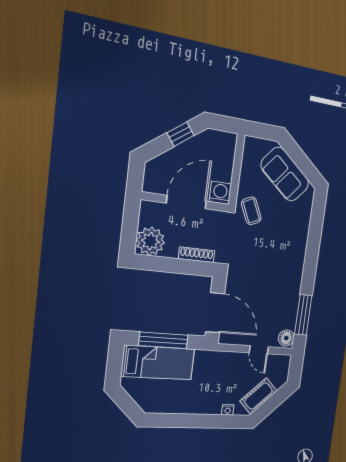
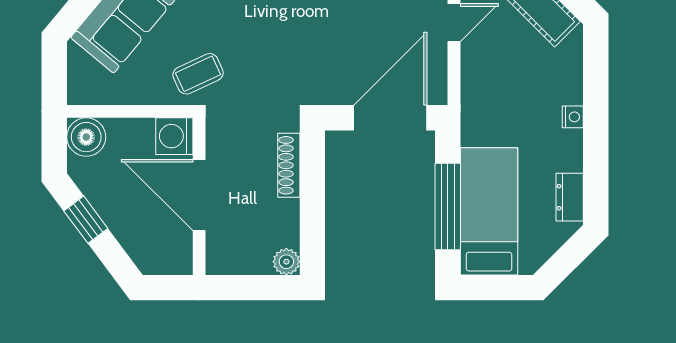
boiler: (226, 143) -> (86, 137), added
plant: (150, 241) -> (286, 262), width x0.53, depth x0.53
dresser: (161, 406) -> (570, 197), added
nightstand: (228, 410) -> (573, 117), moved

